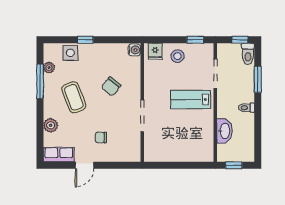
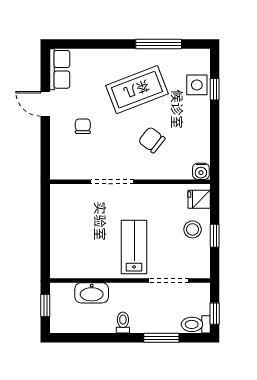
window: (85, 40) -> (215, 89), moved
window: (195, 40) -> (215, 236), moved
plant: (49, 68) -> (177, 56), removed
coffee table: (74, 97) -> (137, 90), width x1.36, depth x1.32
plant: (51, 125) -> (99, 58), removed

